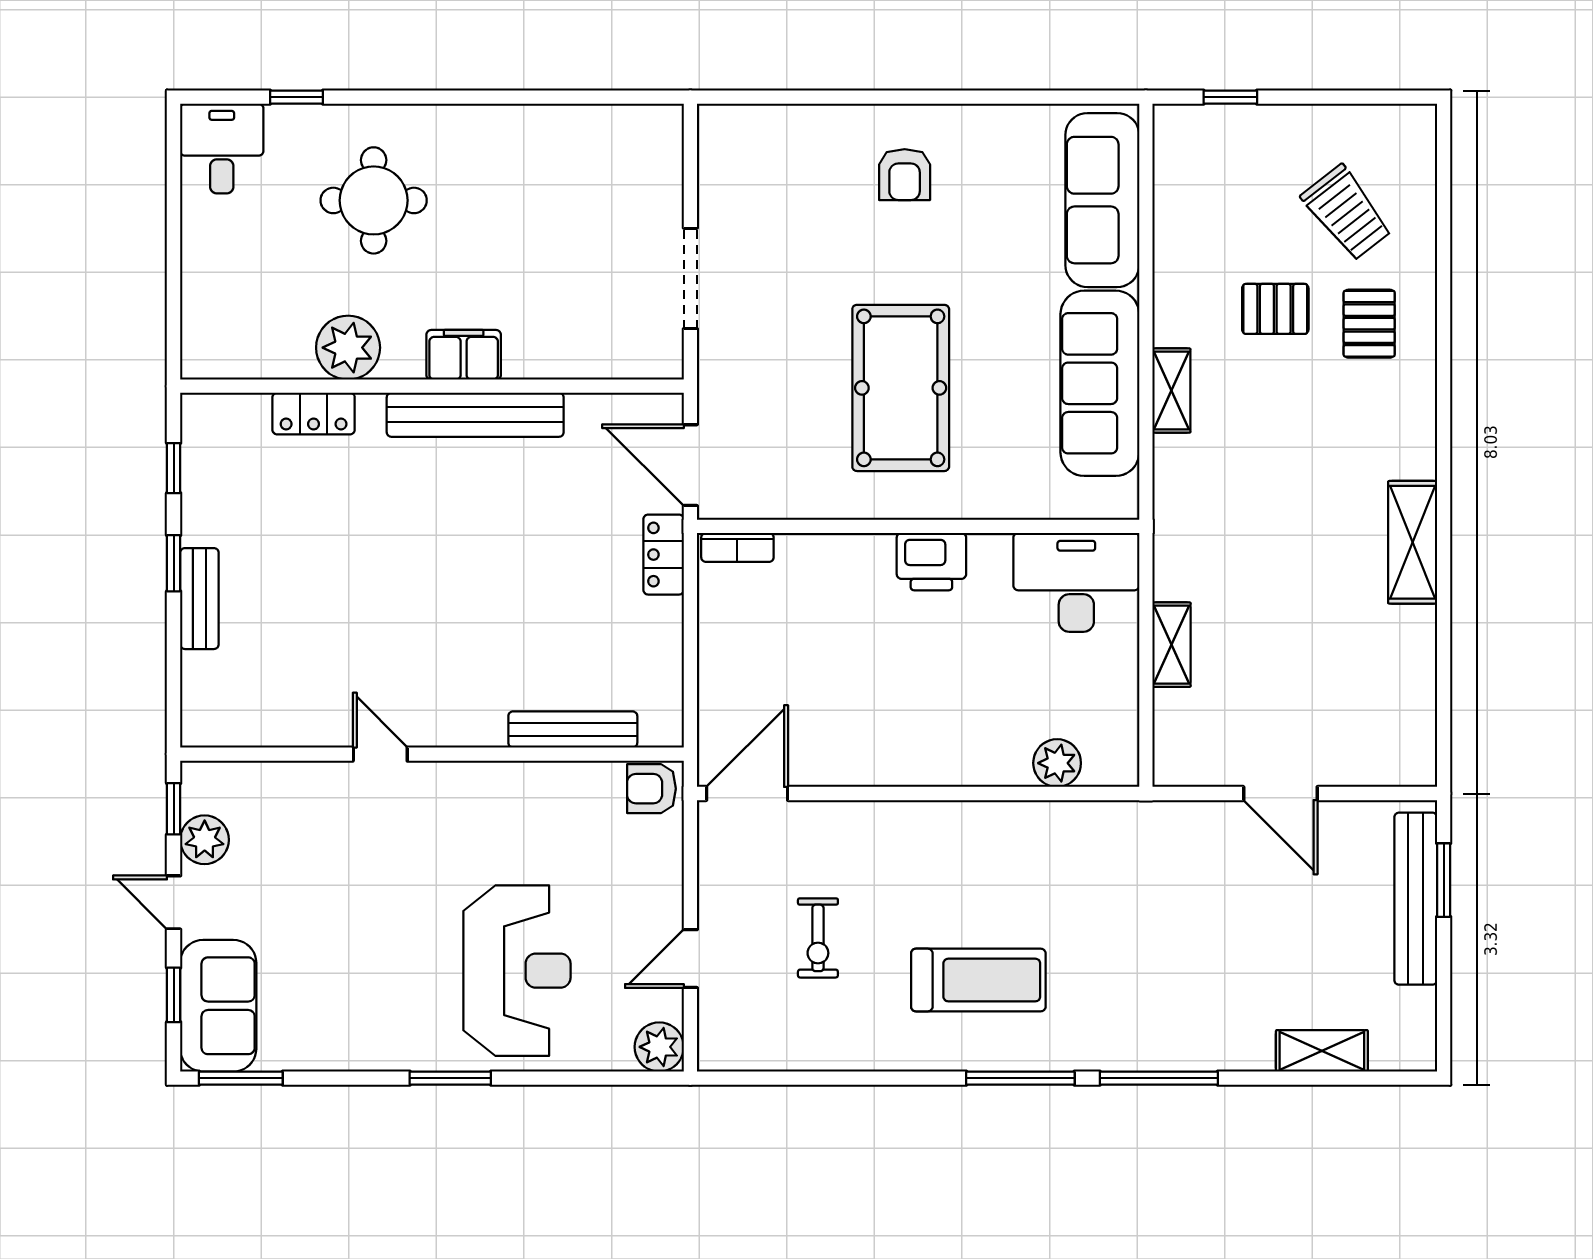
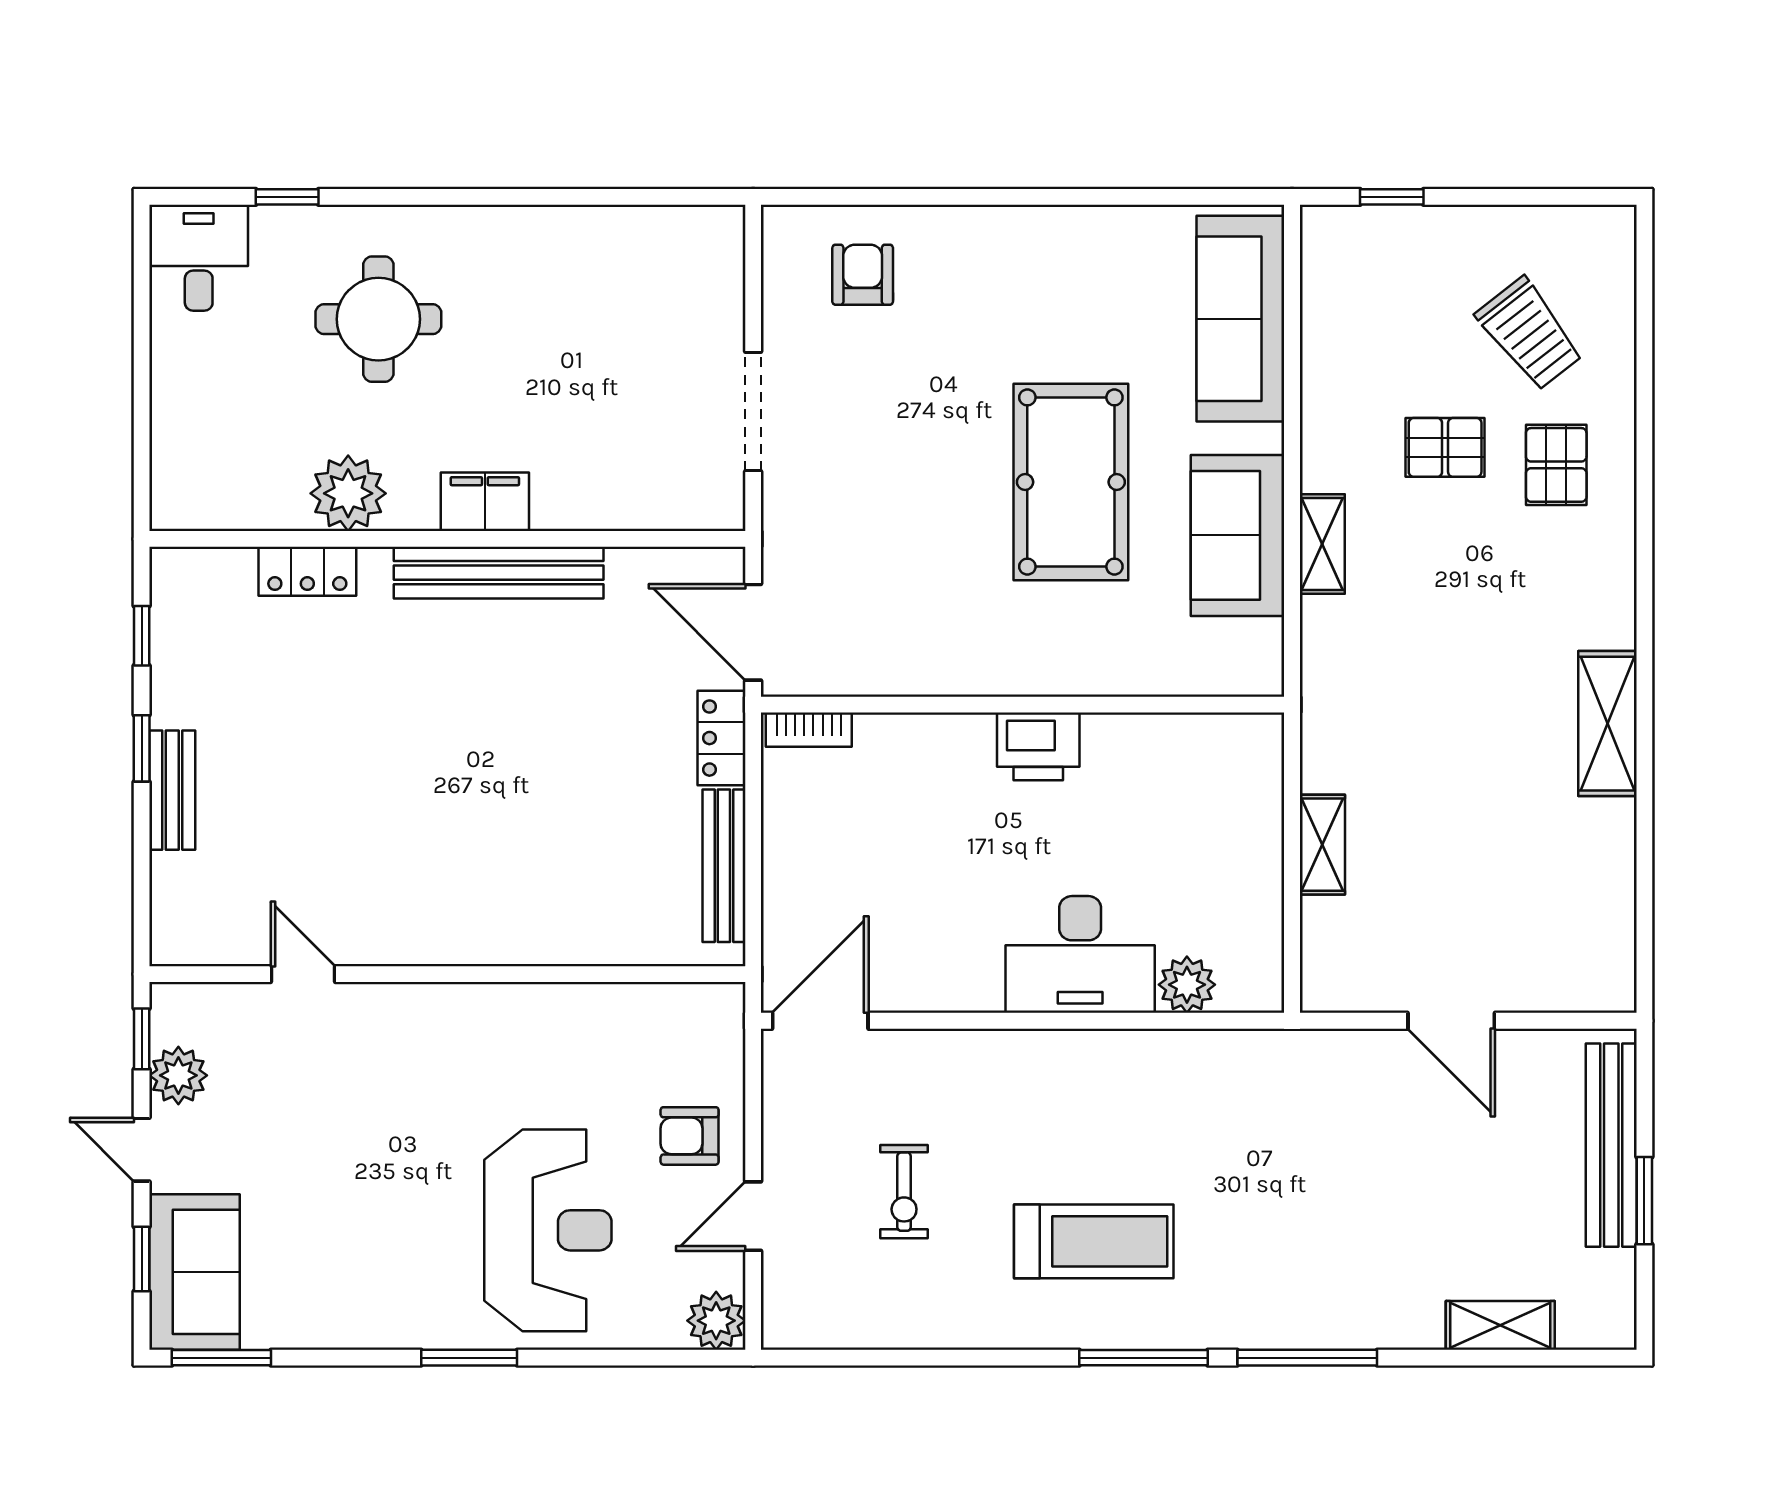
armchair: (905, 175) -> (863, 275), moved, turned 180
sofa: (1100, 383) -> (1238, 535), width x0.73
pool table: (901, 388) -> (1071, 482), moved
desk: (1076, 582) -> (1080, 954), moved, turned 180
bench: (573, 729) -> (724, 866), moved, turned 90
door: (380, 754) -> (303, 974), moved
armchair: (651, 789) -> (690, 1136), moved
window: (1444, 880) -> (1644, 1201), moved

